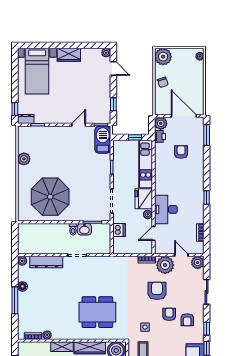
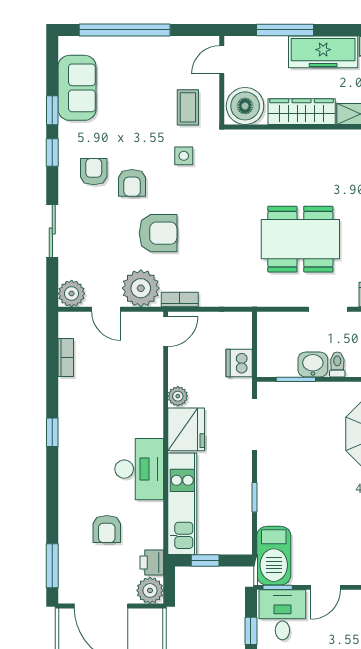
desk: (99, 112) -> (282, 615), added
desk: (166, 209) -> (139, 469), moved
door: (153, 233) -> (166, 332), moved
armchair: (157, 291) -> (158, 233), turned -90
dining table: (97, 312) -> (300, 239), moved

